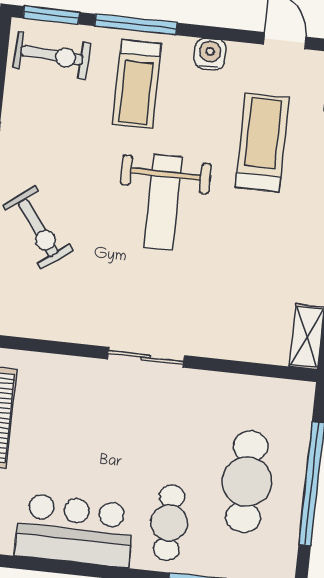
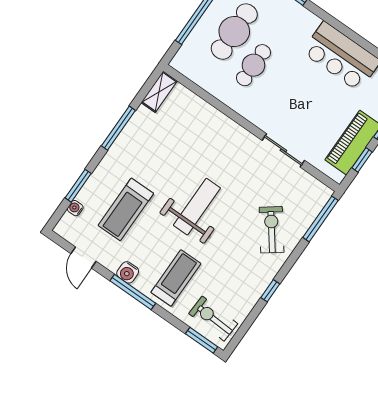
window: (136, 24) -> (133, 292), moved
sliding door: (146, 357) -> (283, 150), moved
cafe table: (169, 523) -> (253, 65), moved

